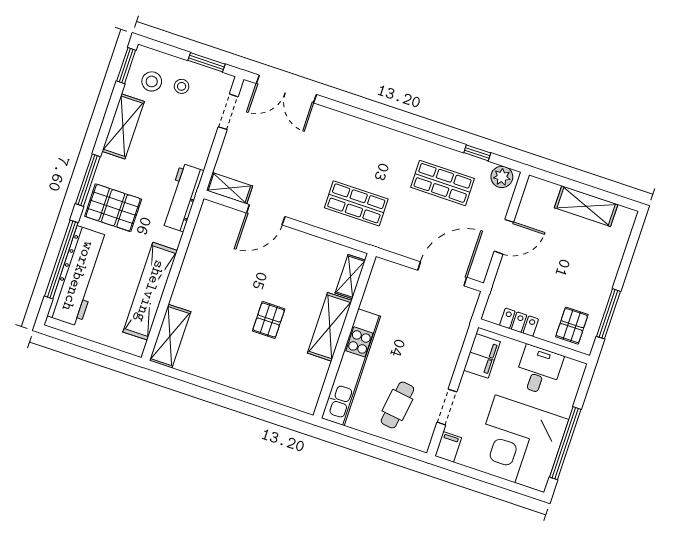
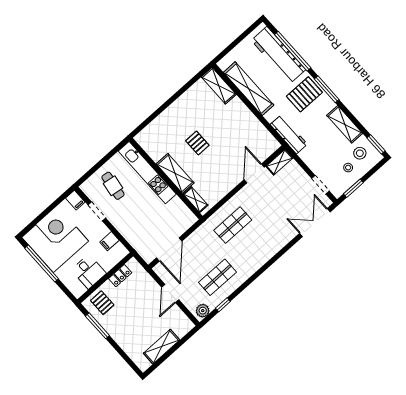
filing cabinet: (482, 356) -> (109, 241), width x0.50

